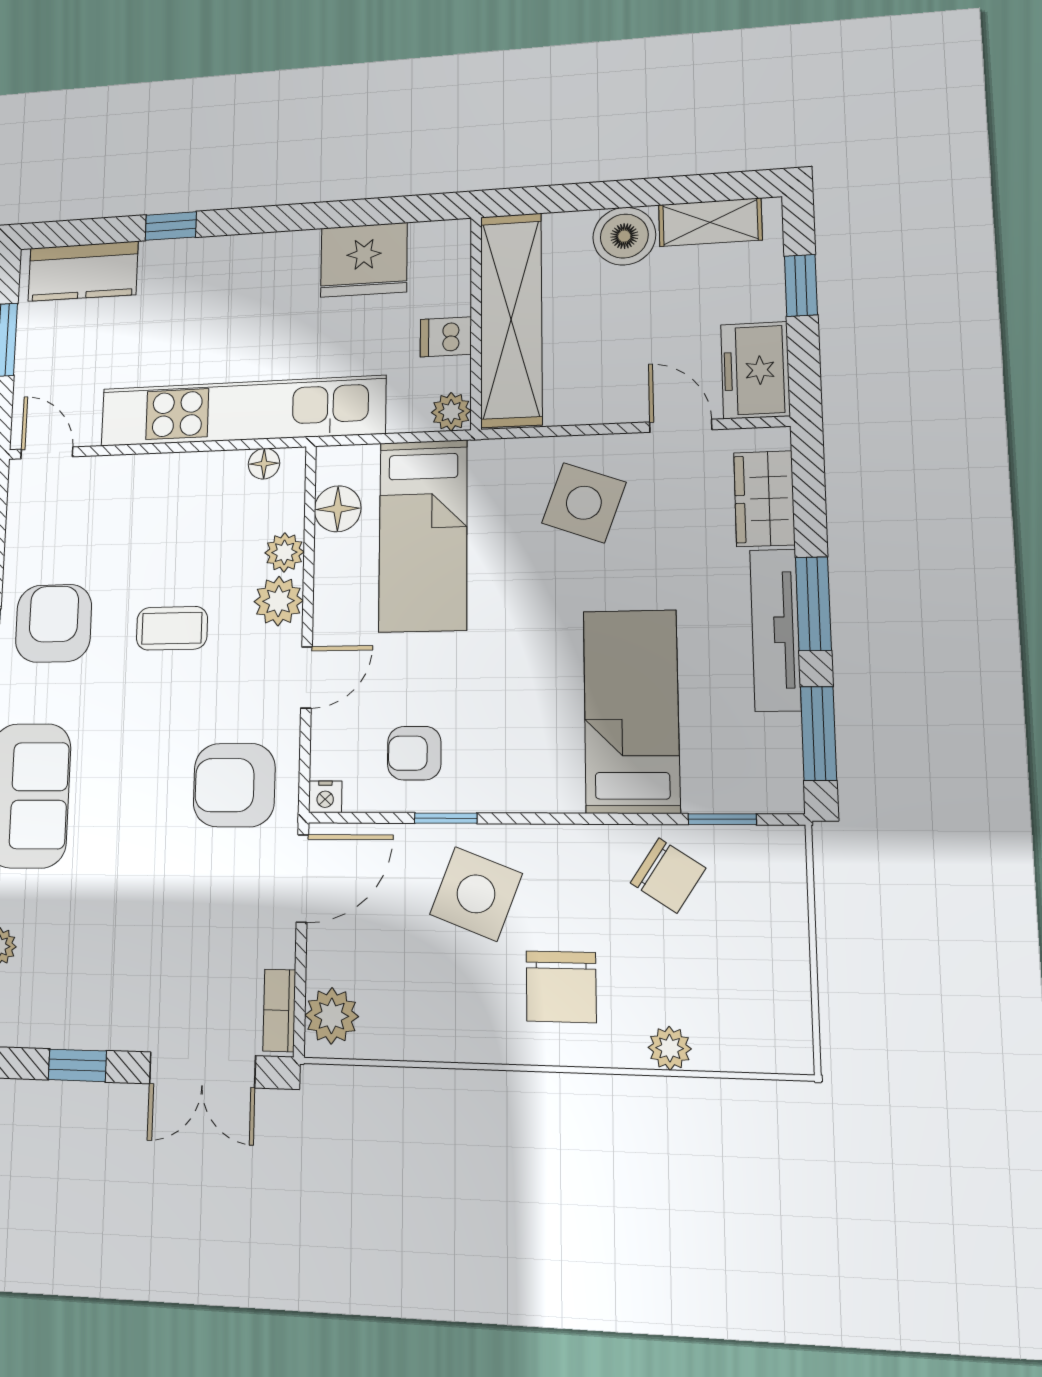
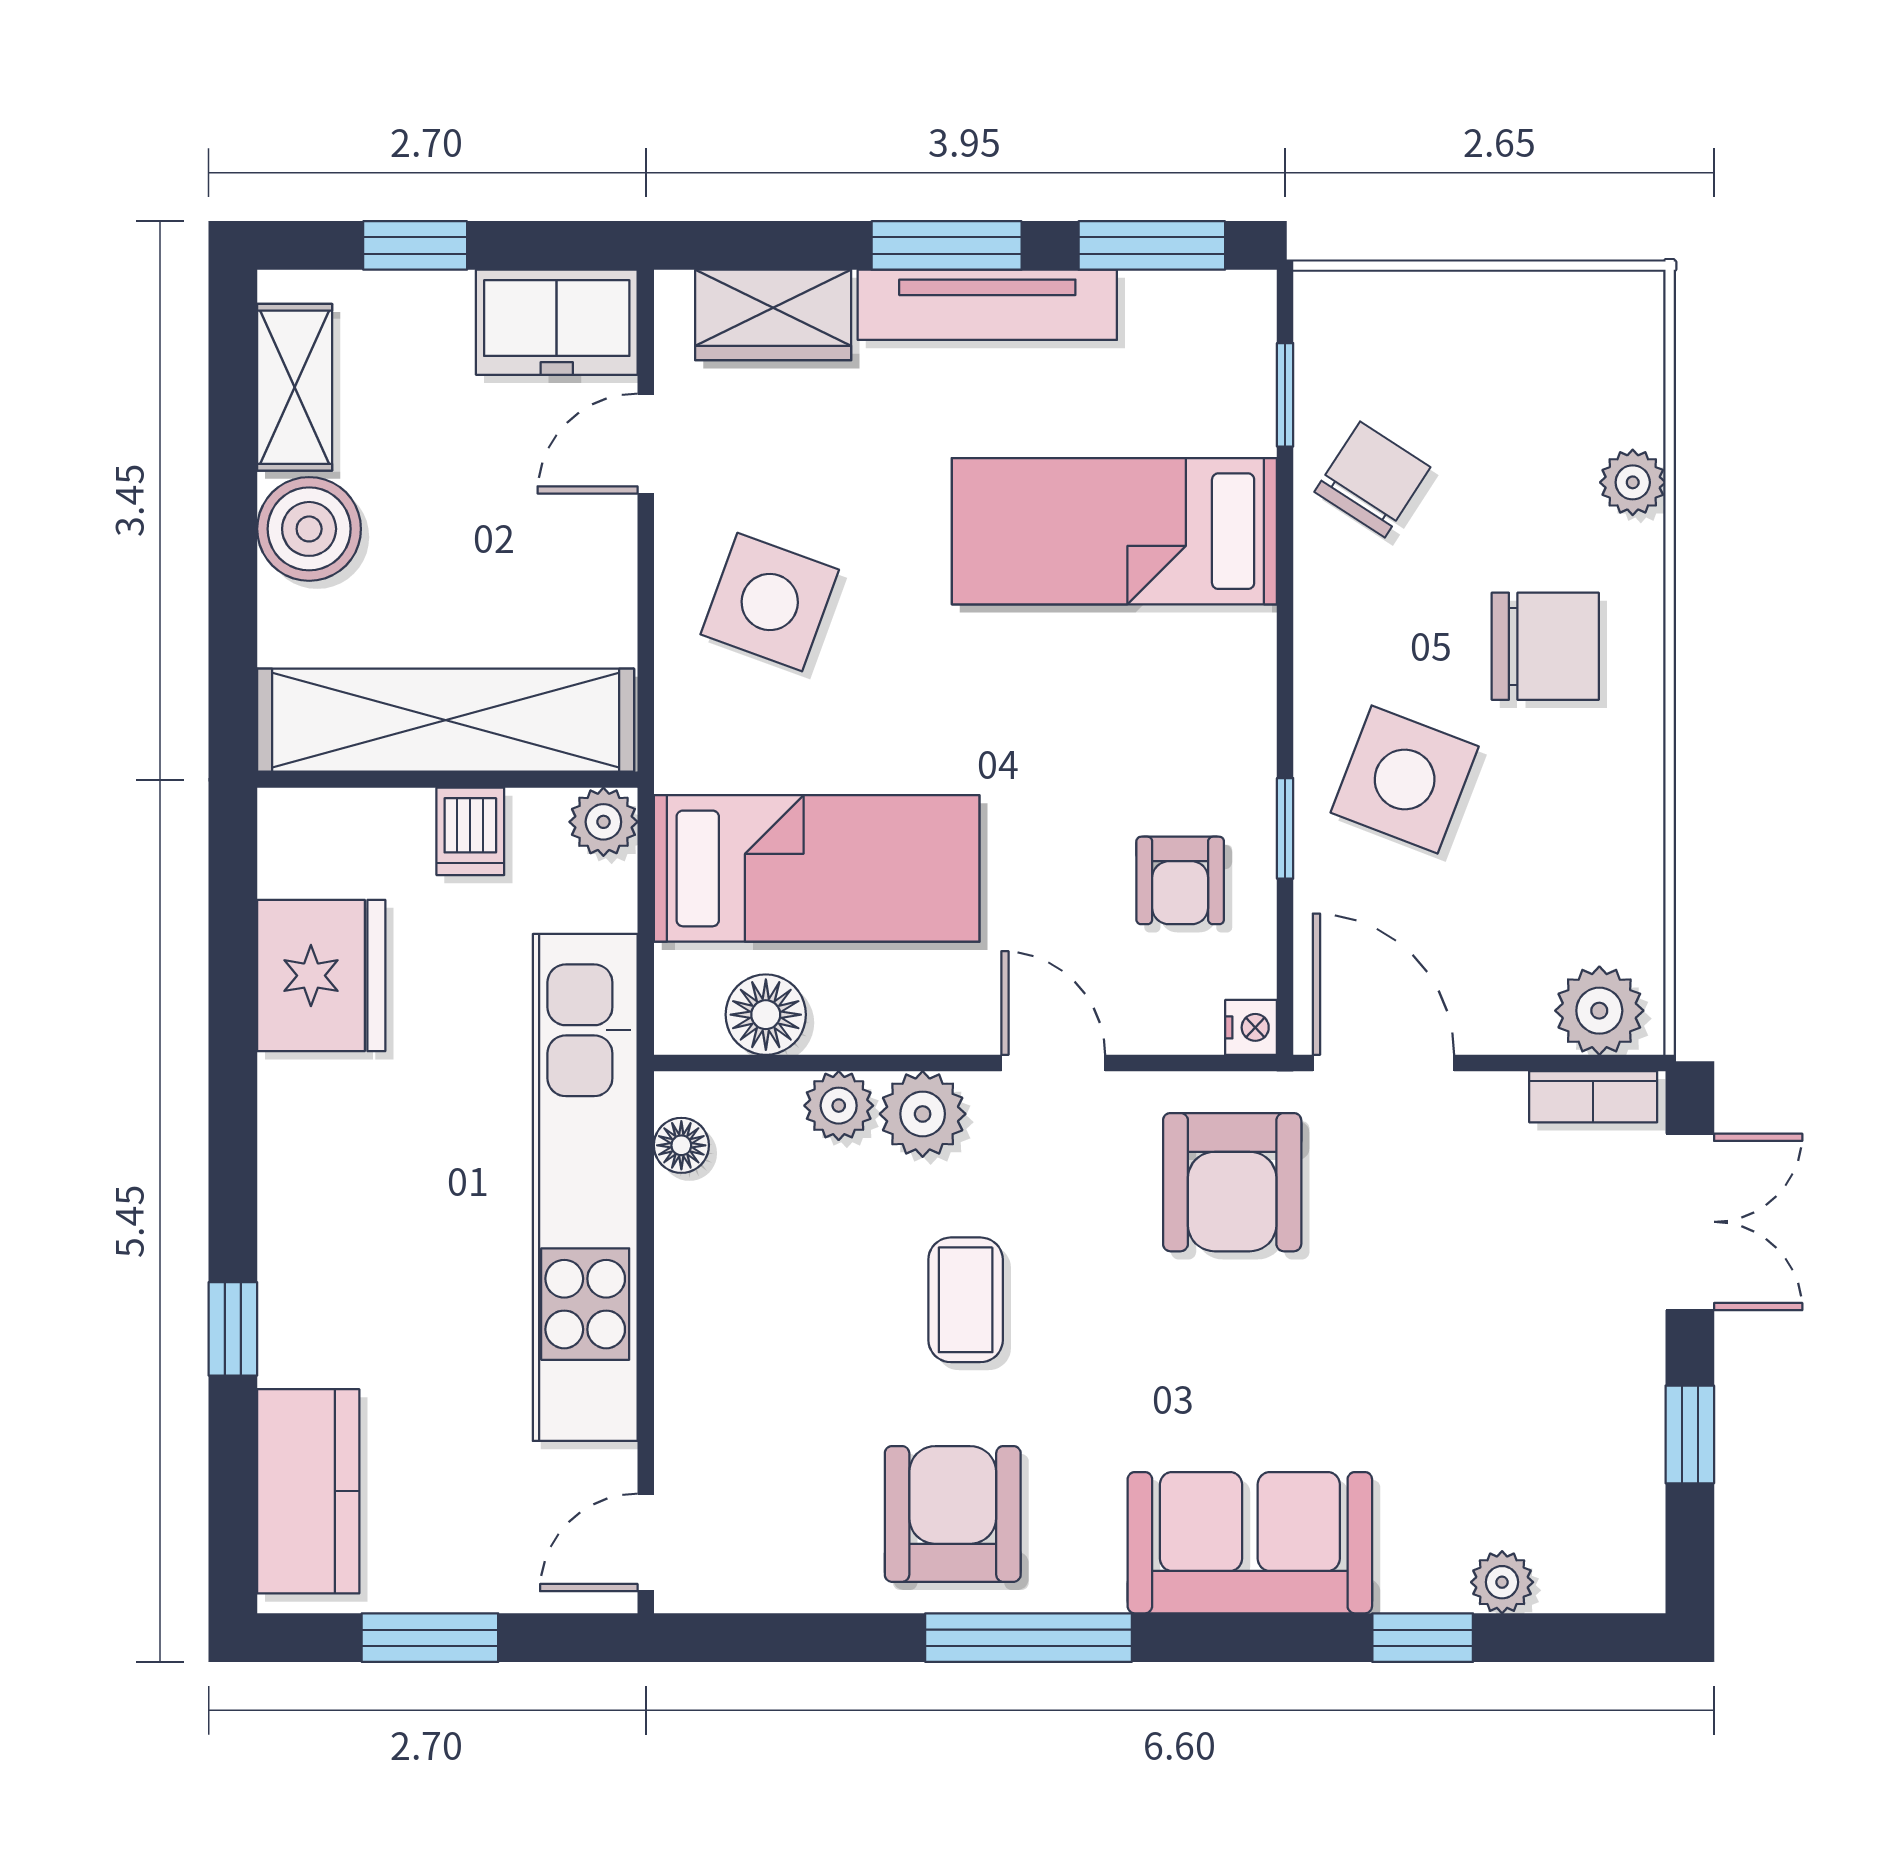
armchair: (53, 623) -> (953, 1514), turned 90

